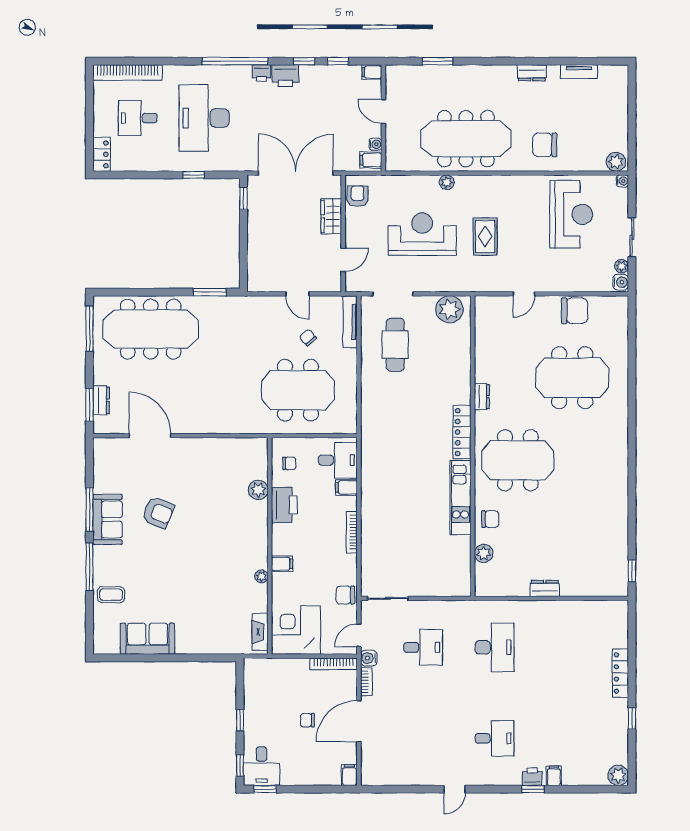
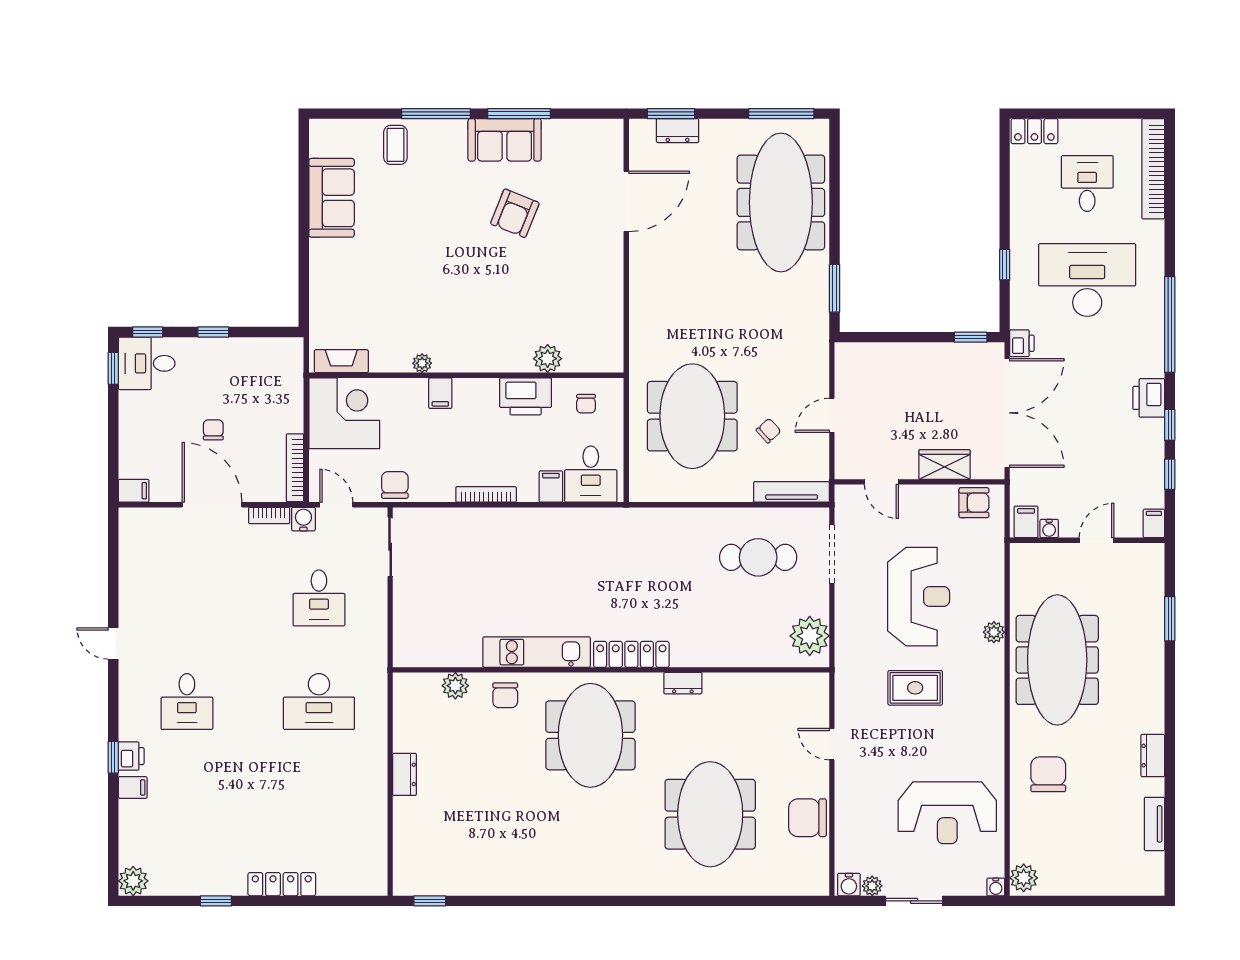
printer: (261, 73) -> (1022, 343), moved, turned 180
chair: (575, 311) -> (808, 818), turned 90

